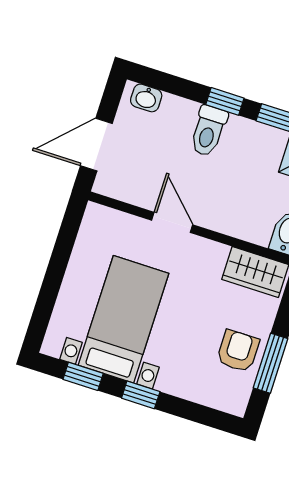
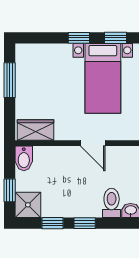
toilet: (208, 131) -> (112, 203), moved
armchair: (238, 351) -> (31, 81), removed

